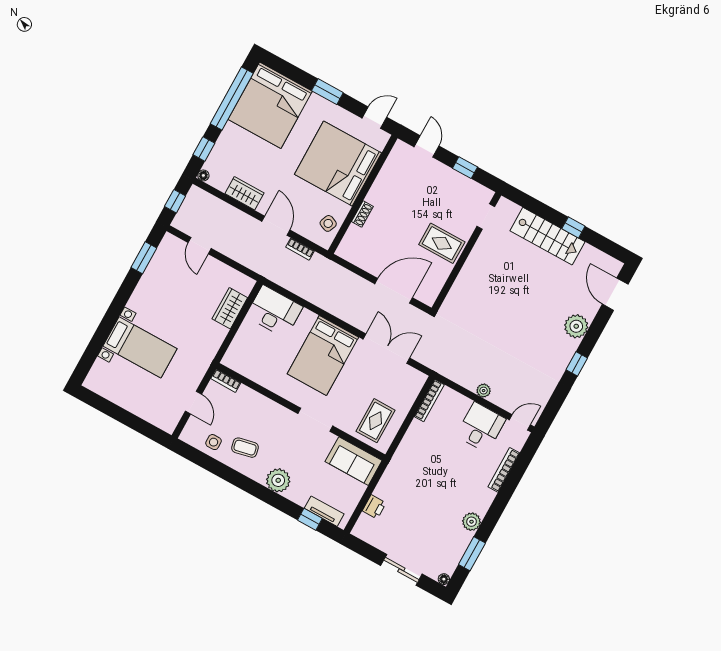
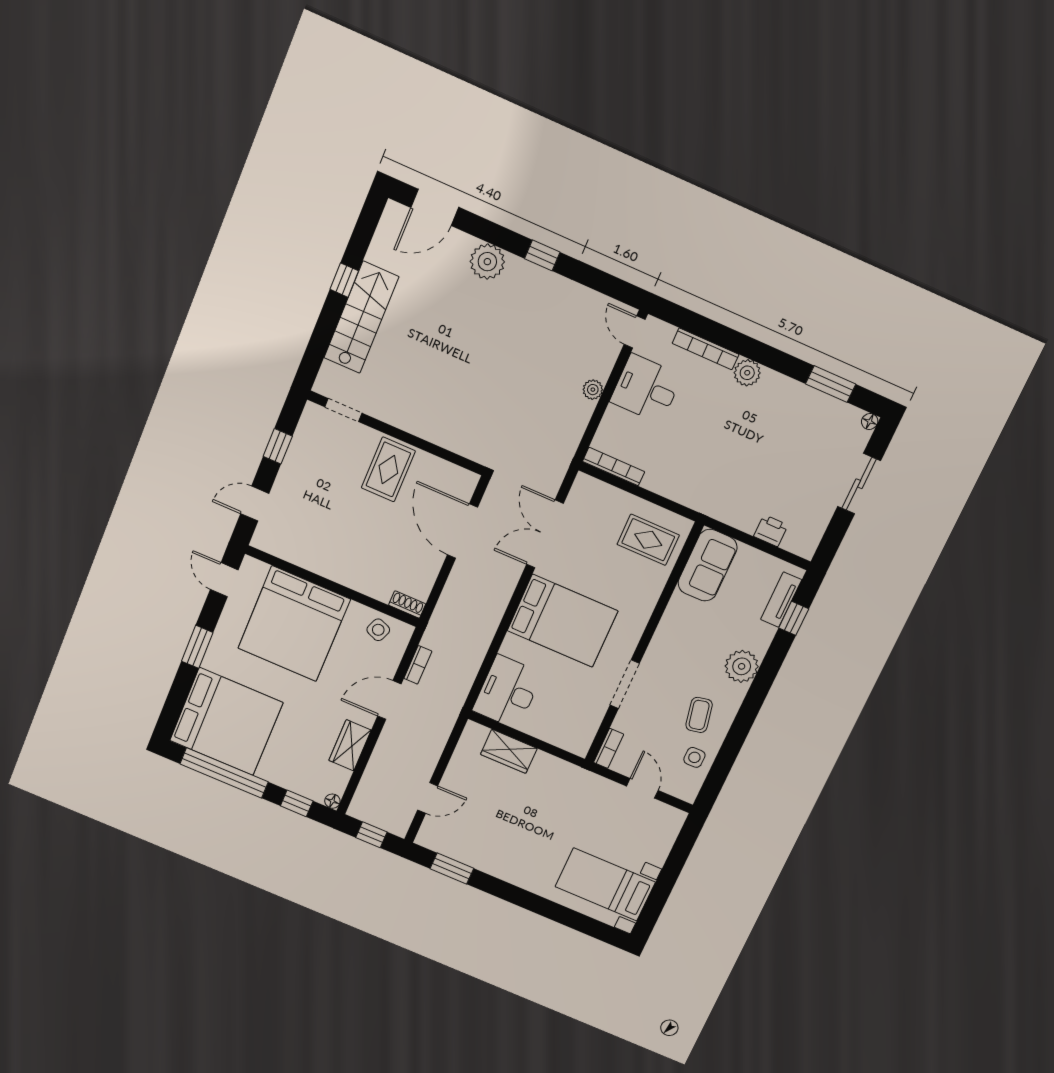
shoe rack: (362, 214) -> (407, 605), moved
bed with nightstands: (140, 347) -> (605, 884), moved, turned -90
door: (193, 403) -> (642, 788), hinge flipped
doorway: (315, 420) -> (625, 684), moved
plant: (472, 522) -> (747, 373), moved

